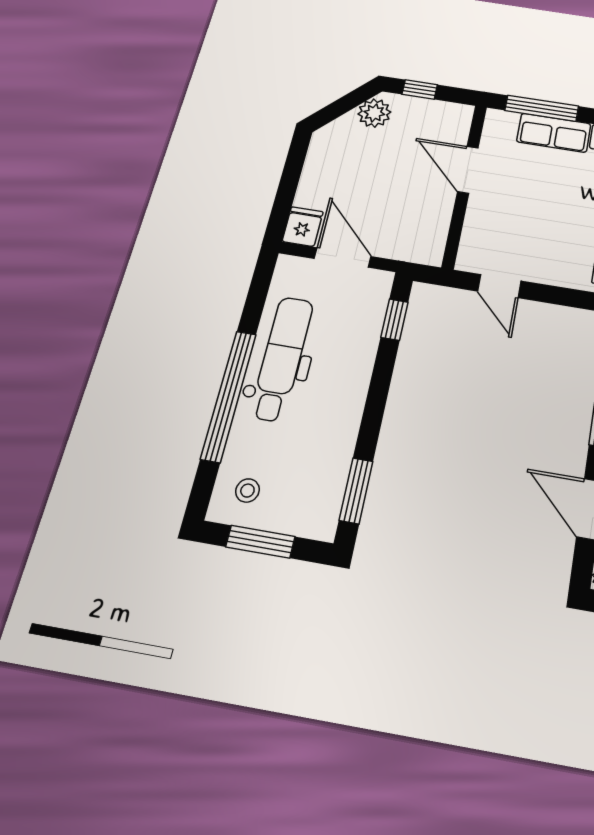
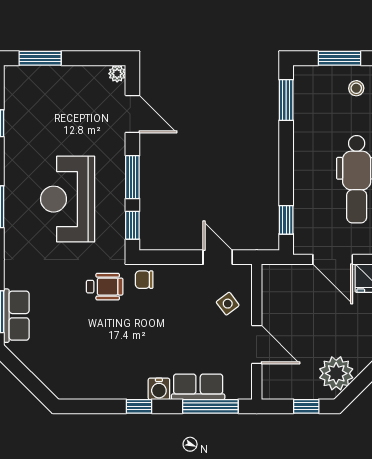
plant: (374, 113) -> (336, 373), width x1.36, depth x1.36
side table: (497, 225) -> (228, 304), added

